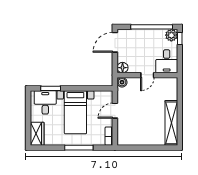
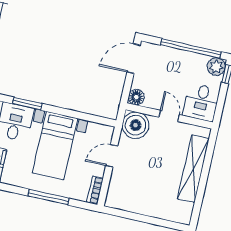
door: (147, 75) -> (169, 116), swing flipped
boiler: (122, 82) -> (136, 125), width x1.86, depth x1.86
shelving: (171, 123) -> (193, 169), moved

